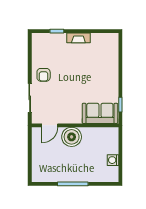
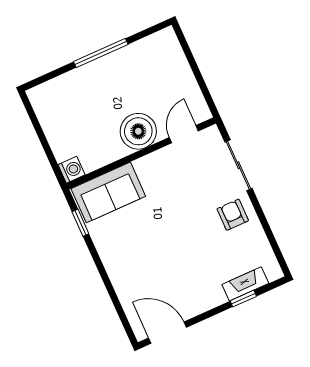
door: (102, 31) -> (167, 333), added
fireplace: (78, 38) -> (245, 284), moved
washing machine: (113, 160) -> (72, 170), moved

